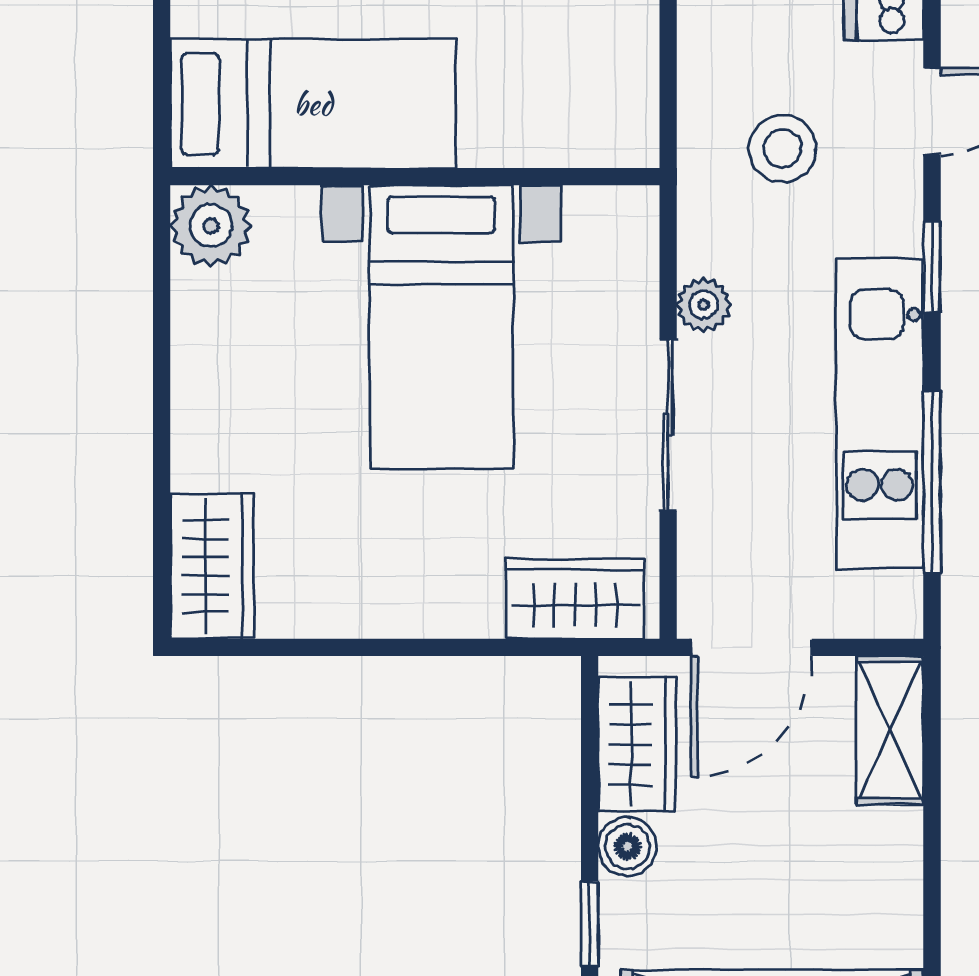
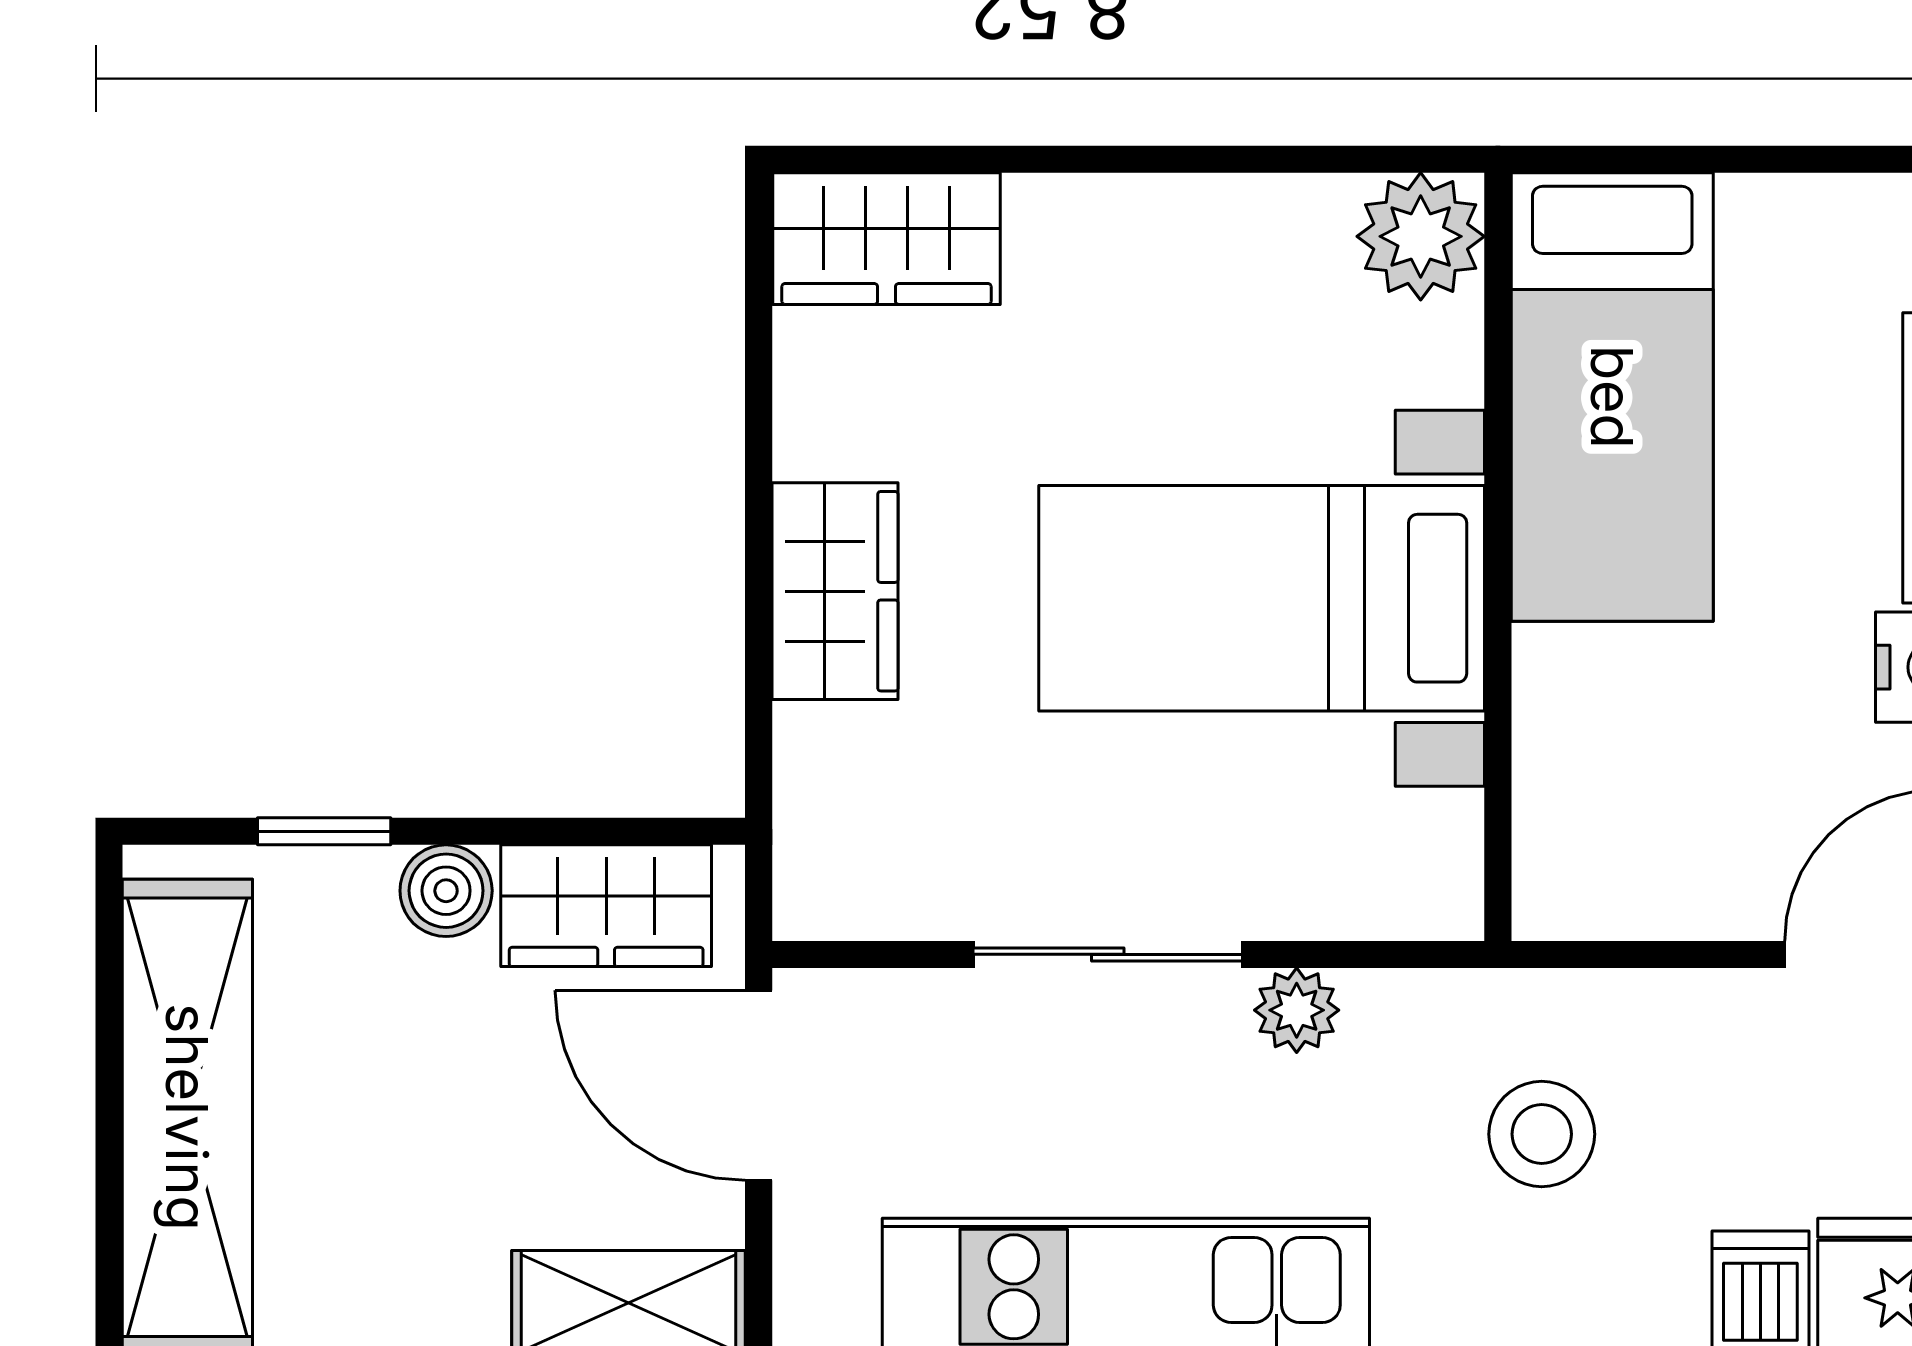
wardrobe: (575, 599) -> (835, 591), moved

